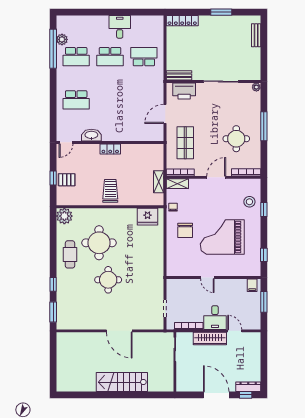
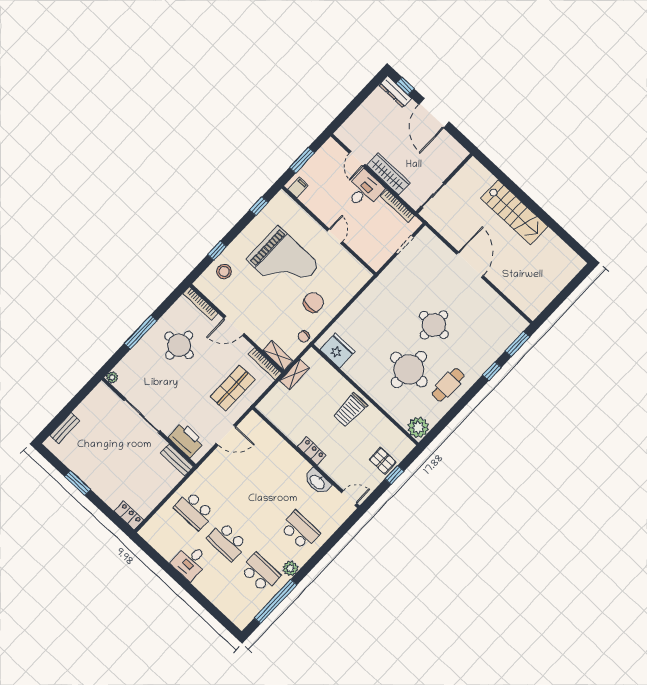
locker: (182, 21) -> (129, 516), width x0.66
plant: (62, 39) -> (290, 568), moved
school desk: (110, 57) -> (227, 541), turned 180

